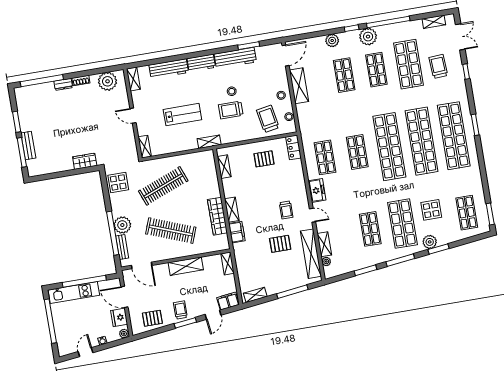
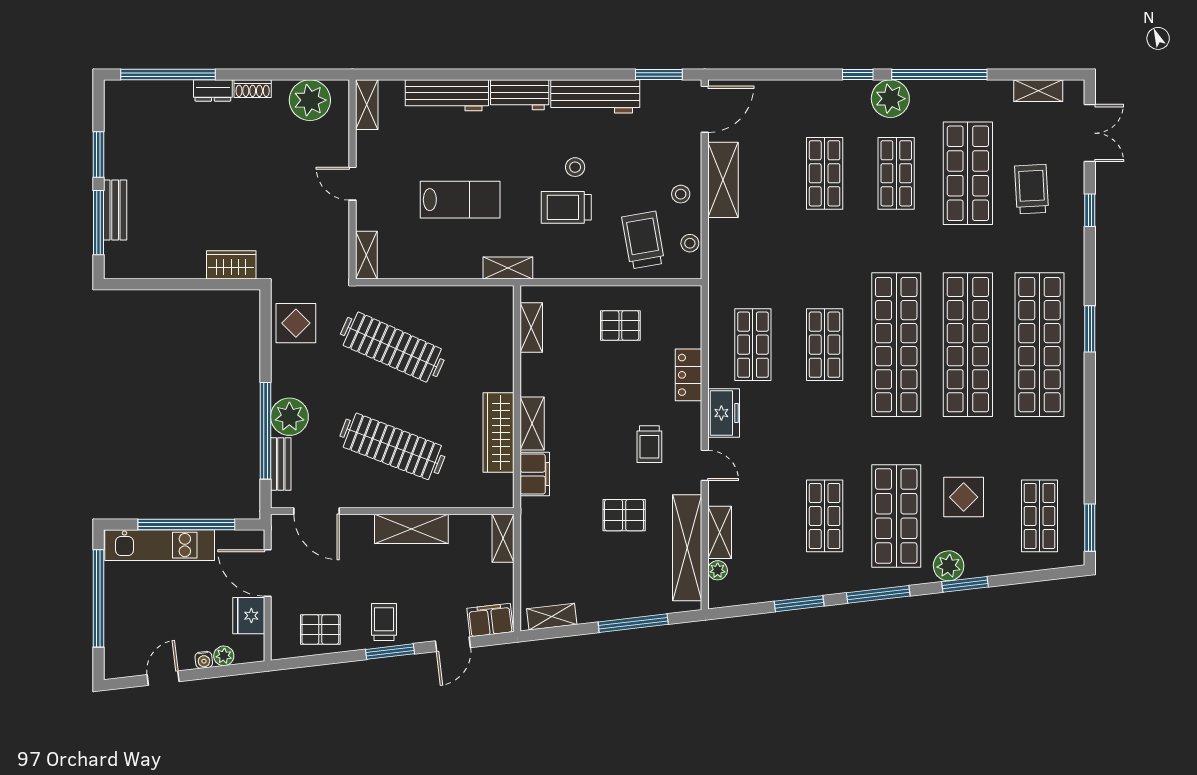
plant: (332, 40) -> (811, 94), removed
window: (249, 46) -> (659, 75), moved
locker: (294, 147) -> (689, 375), moved
clothes rail: (163, 186) -> (392, 347), turned 45
plant: (124, 334) -> (224, 656), moved

